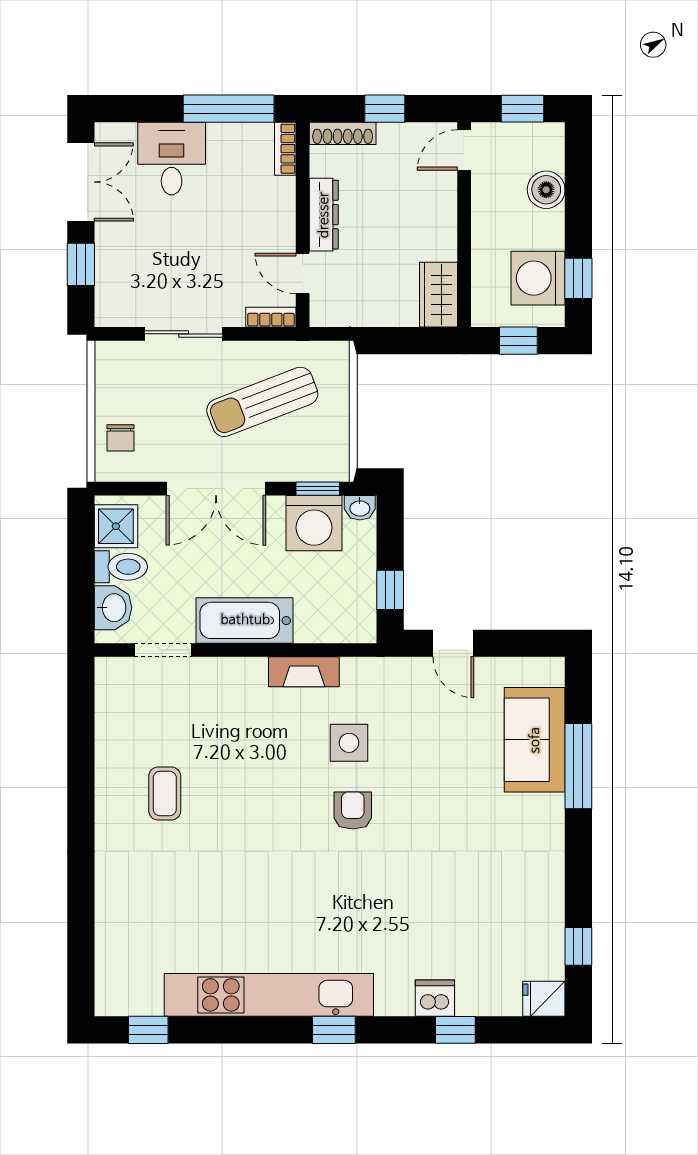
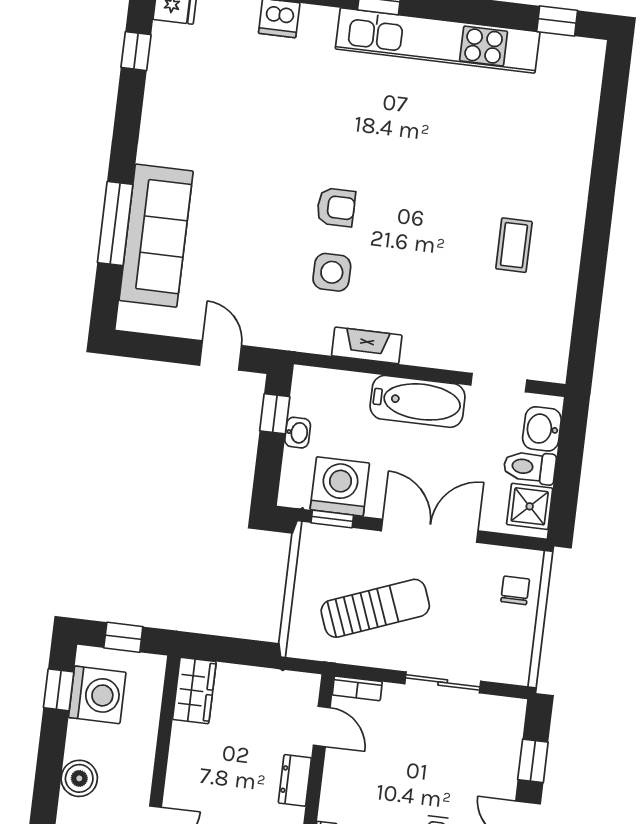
dresser: (324, 215) -> (295, 780), width x0.70
washbasin: (360, 508) -> (298, 433), moved, turned 90
sofa: (535, 740) -> (156, 236), width x1.36
armchair: (353, 810) -> (336, 207), turned -90

